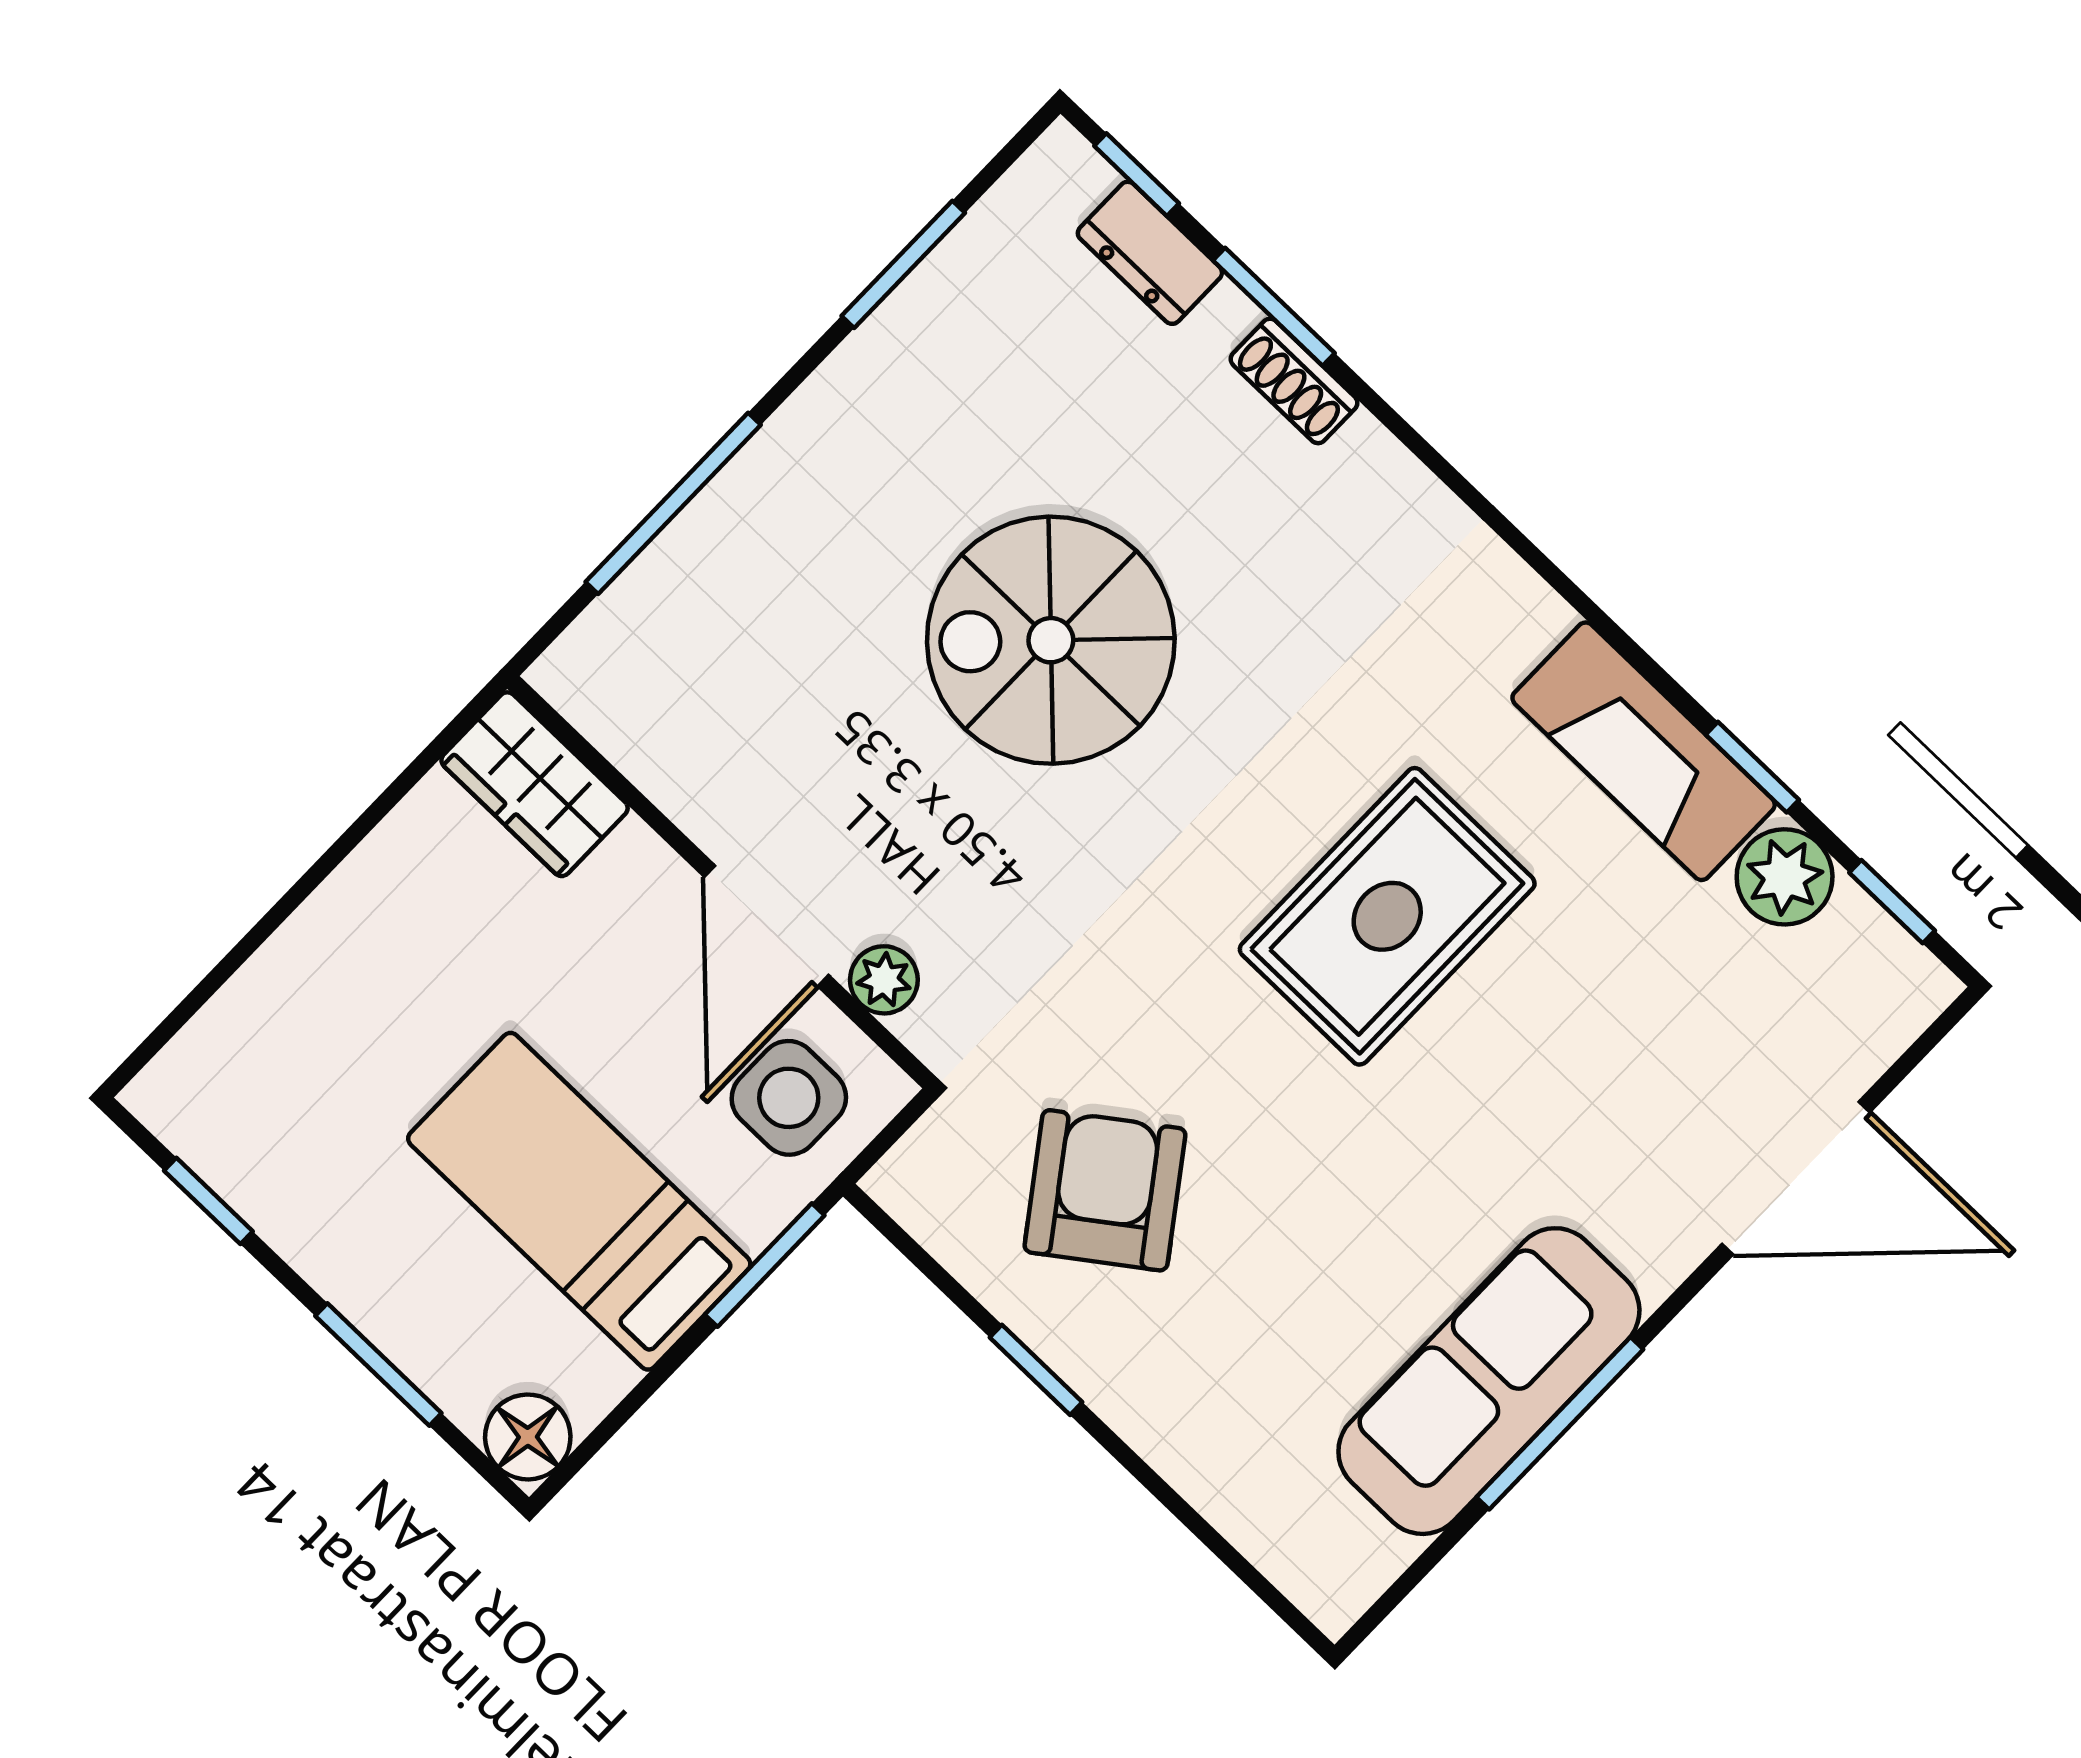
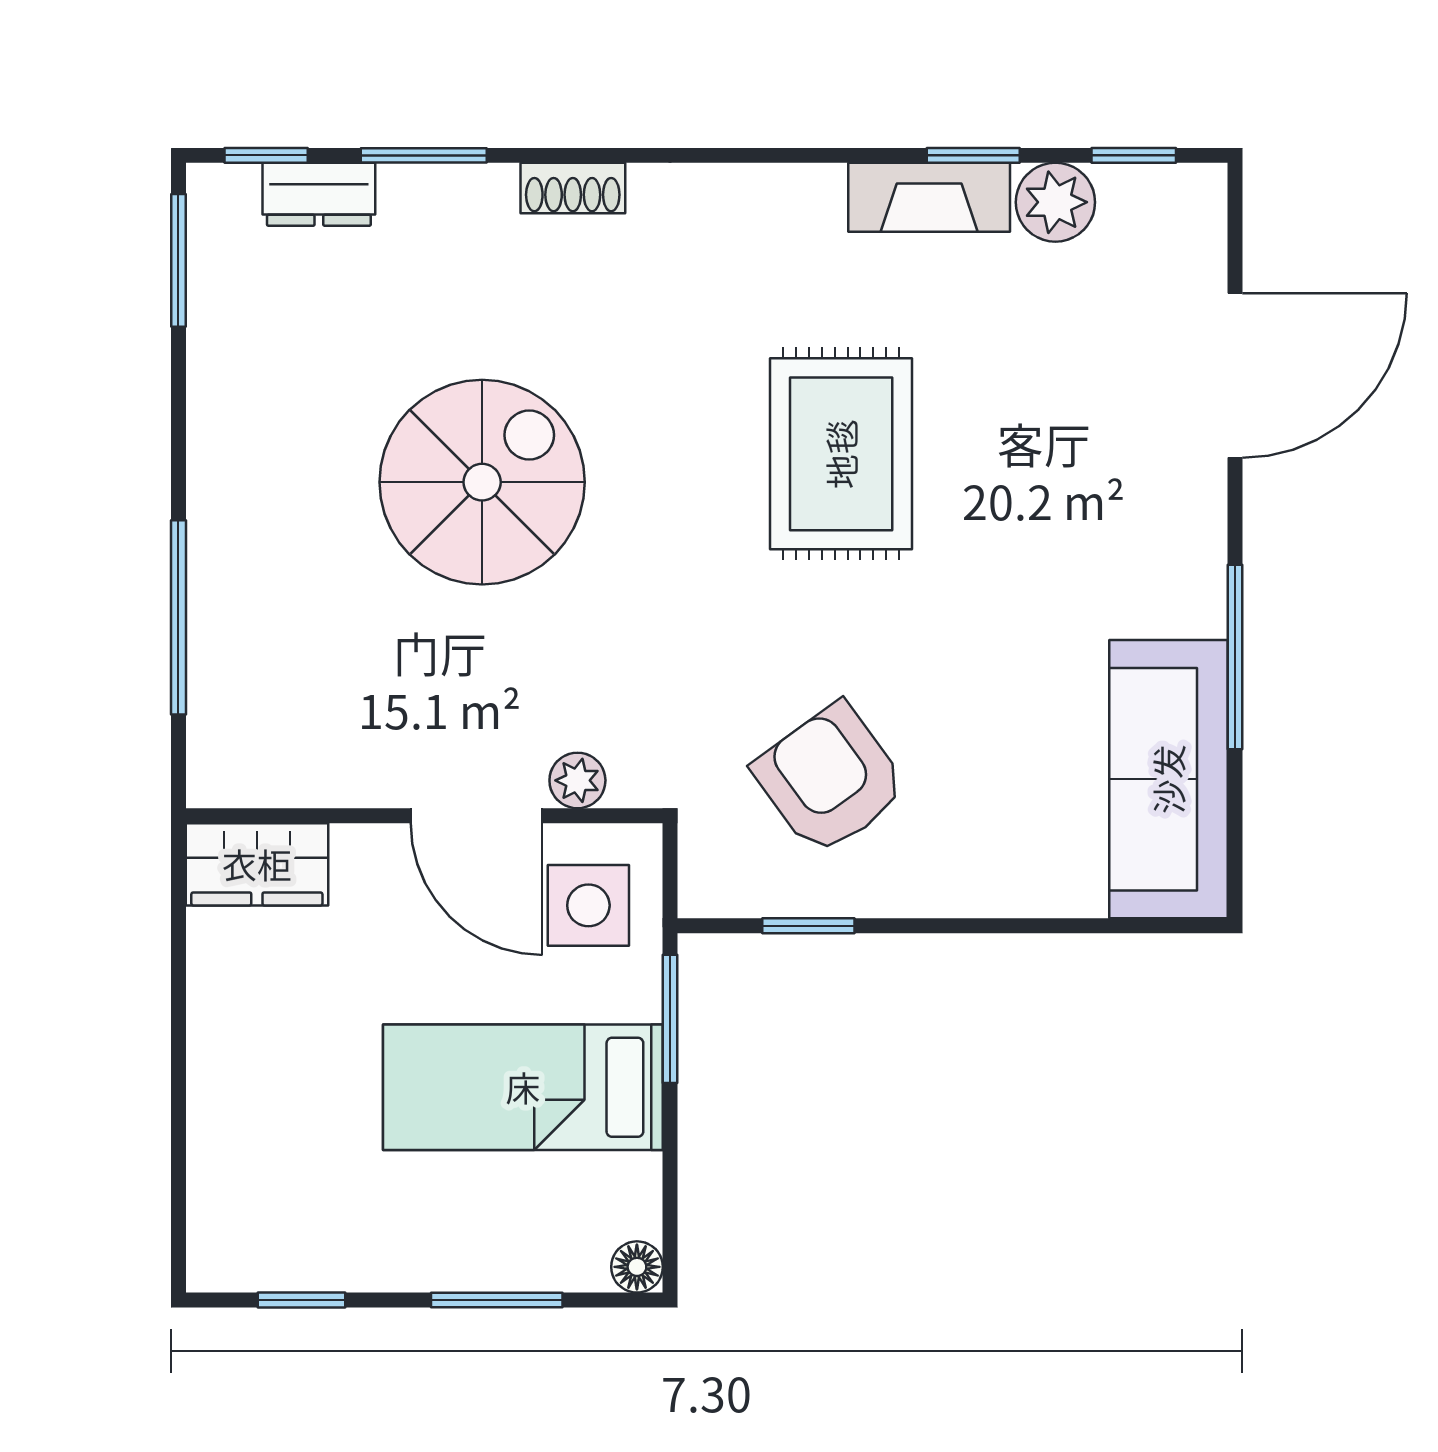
window: (903, 264) -> (178, 260), moved
shoe rack: (1294, 381) -> (573, 188), moved
spiral stairs: (1051, 640) -> (482, 482), turned 180
fireplace: (1644, 751) -> (929, 197), width x0.73, depth x0.76
window: (1036, 1370) -> (808, 926), moved
sofa: (1489, 1381) -> (1168, 779), moved
floor lamp: (528, 1437) -> (637, 1267), width x0.73, depth x0.73

